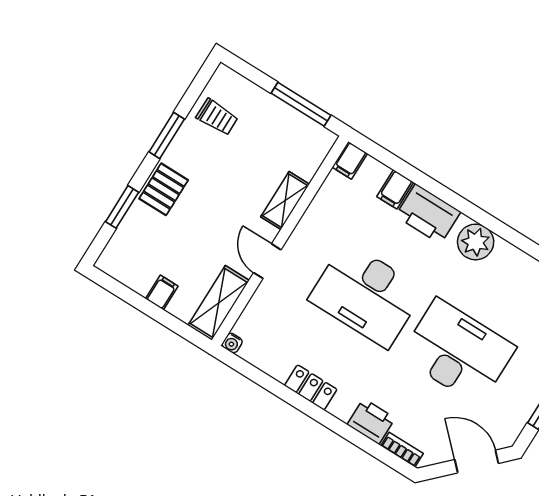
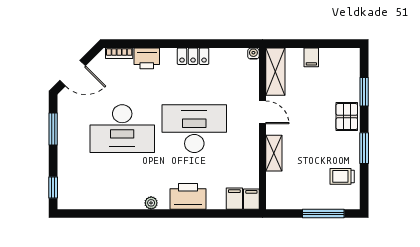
window: (301, 104) -> (323, 214), moved
filing cabinet: (395, 189) -> (234, 199), moved
plant: (476, 242) -> (151, 203), width x0.53, depth x0.53

